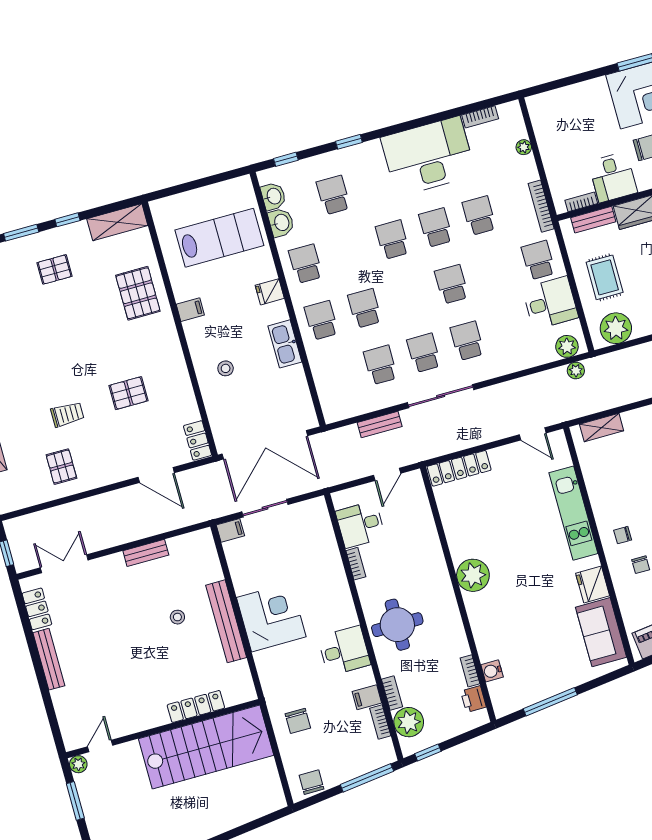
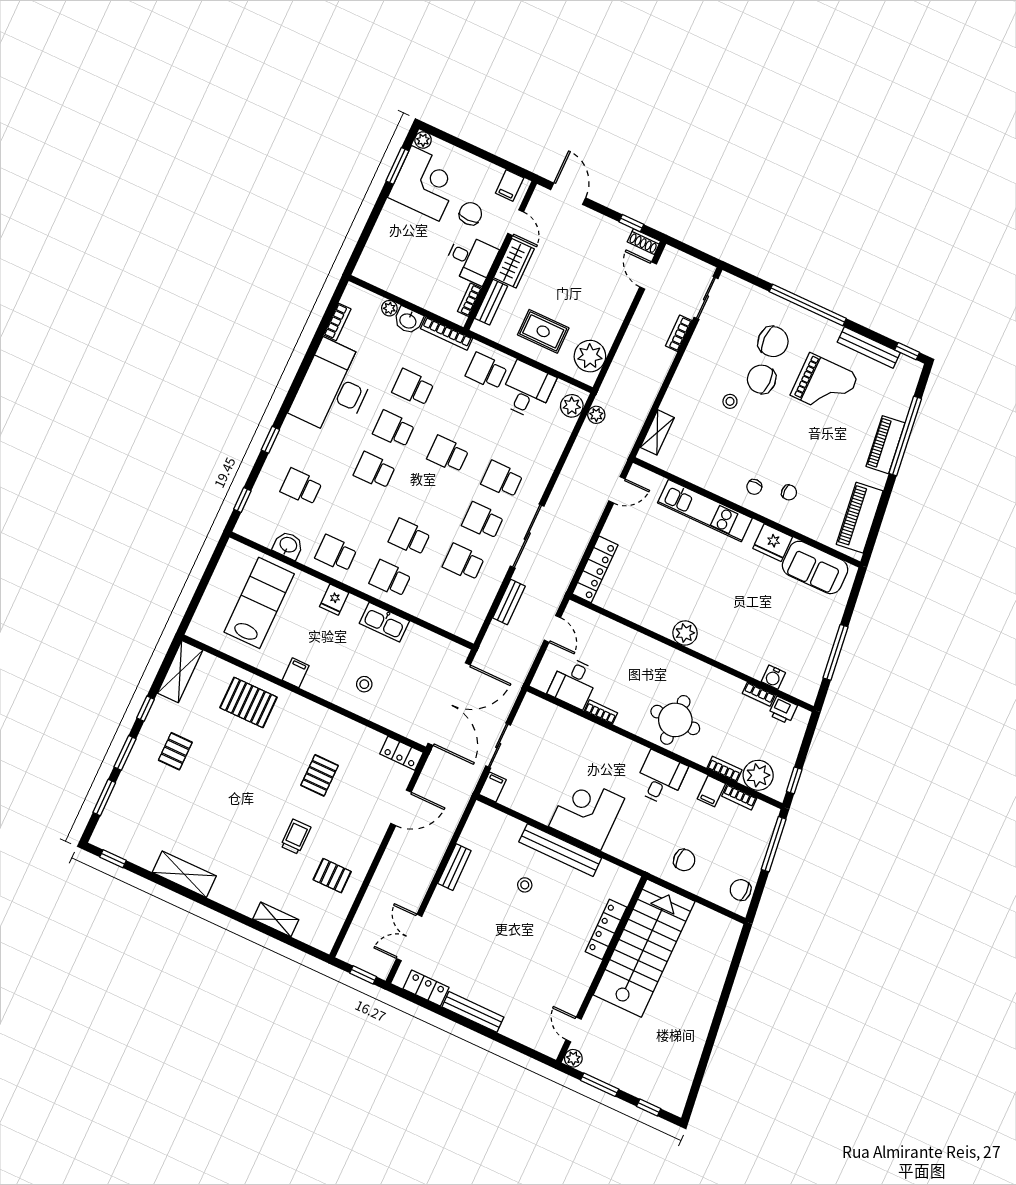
washbasin: (273, 196) -> (408, 320), moved, turned 180
plant: (473, 575) -> (685, 633), width x0.73, depth x0.73

